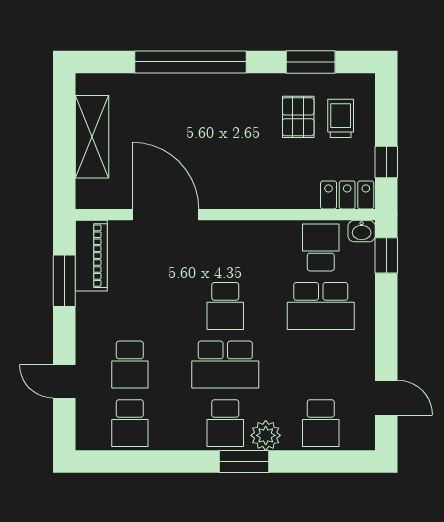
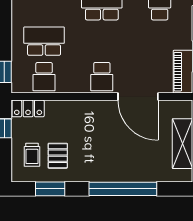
washbasin: (362, 231) -> (19, 87), removed
school desk: (225, 306) -> (102, 77), moved, turned 180

